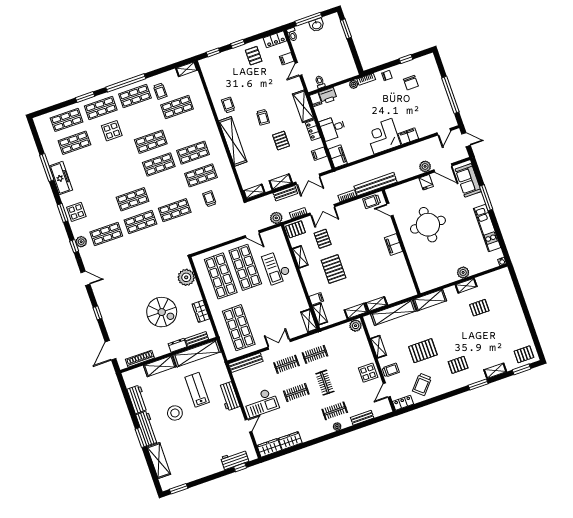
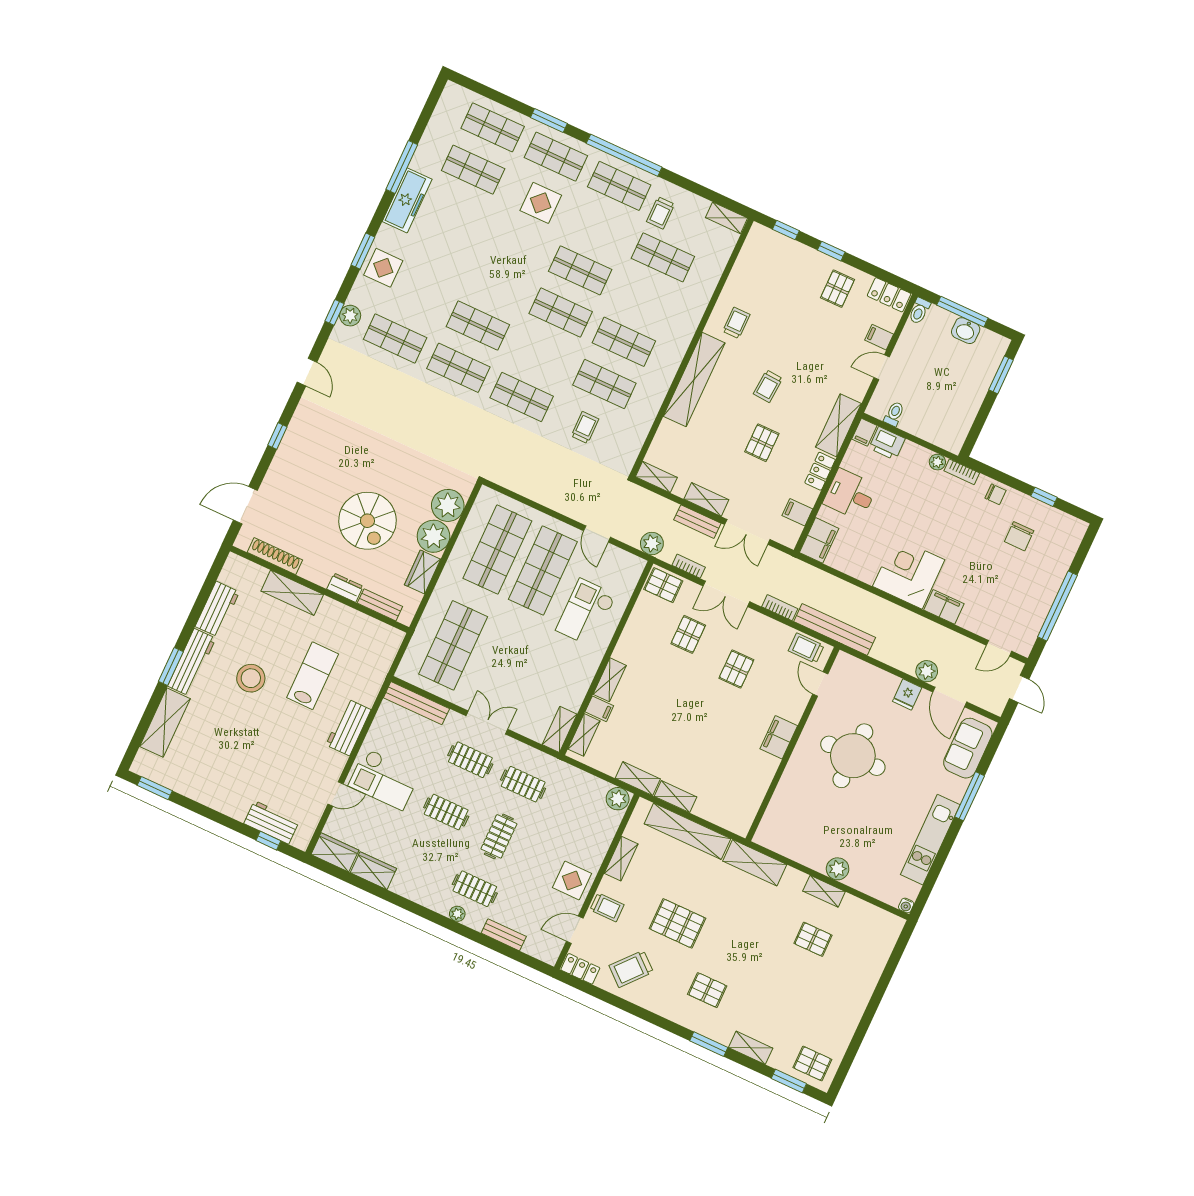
shelving: (300, 257) -> (610, 680), moved
pallet: (334, 269) -> (736, 669), moved, width x0.67, depth x0.71
plant: (192, 294) -> (433, 536), added
shelving: (197, 353) -> (361, 625), removed

